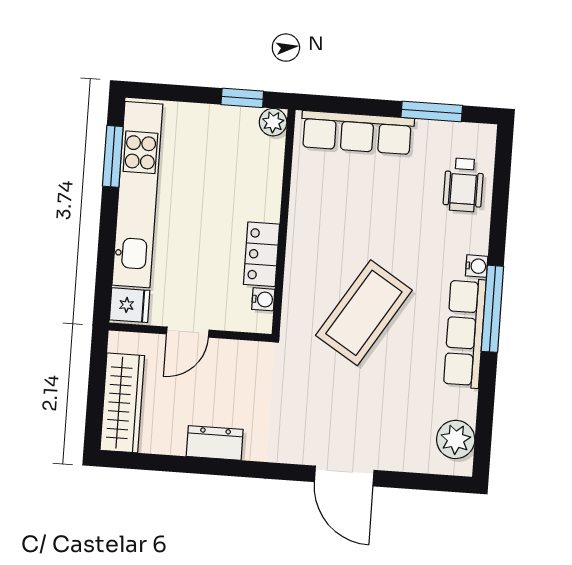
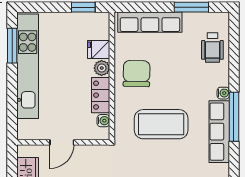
plant: (273, 122) -> (102, 68), moved
chair: (327, 221) -> (137, 74), added
fridge: (130, 305) -> (99, 50), moved, turned 180
coffee table: (364, 313) -> (161, 124), turned 58

